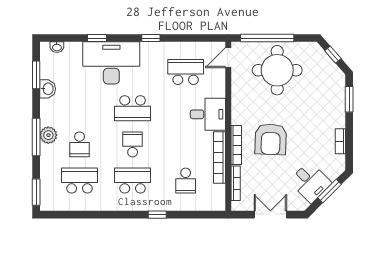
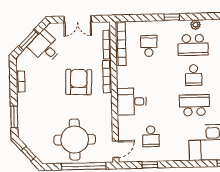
window: (151, 38) -> (150, 165), moved
school desk: (186, 72) -> (151, 136), width x0.54
bookcase: (219, 158) -> (121, 44), moved
plant: (129, 205) -> (195, 25), added

